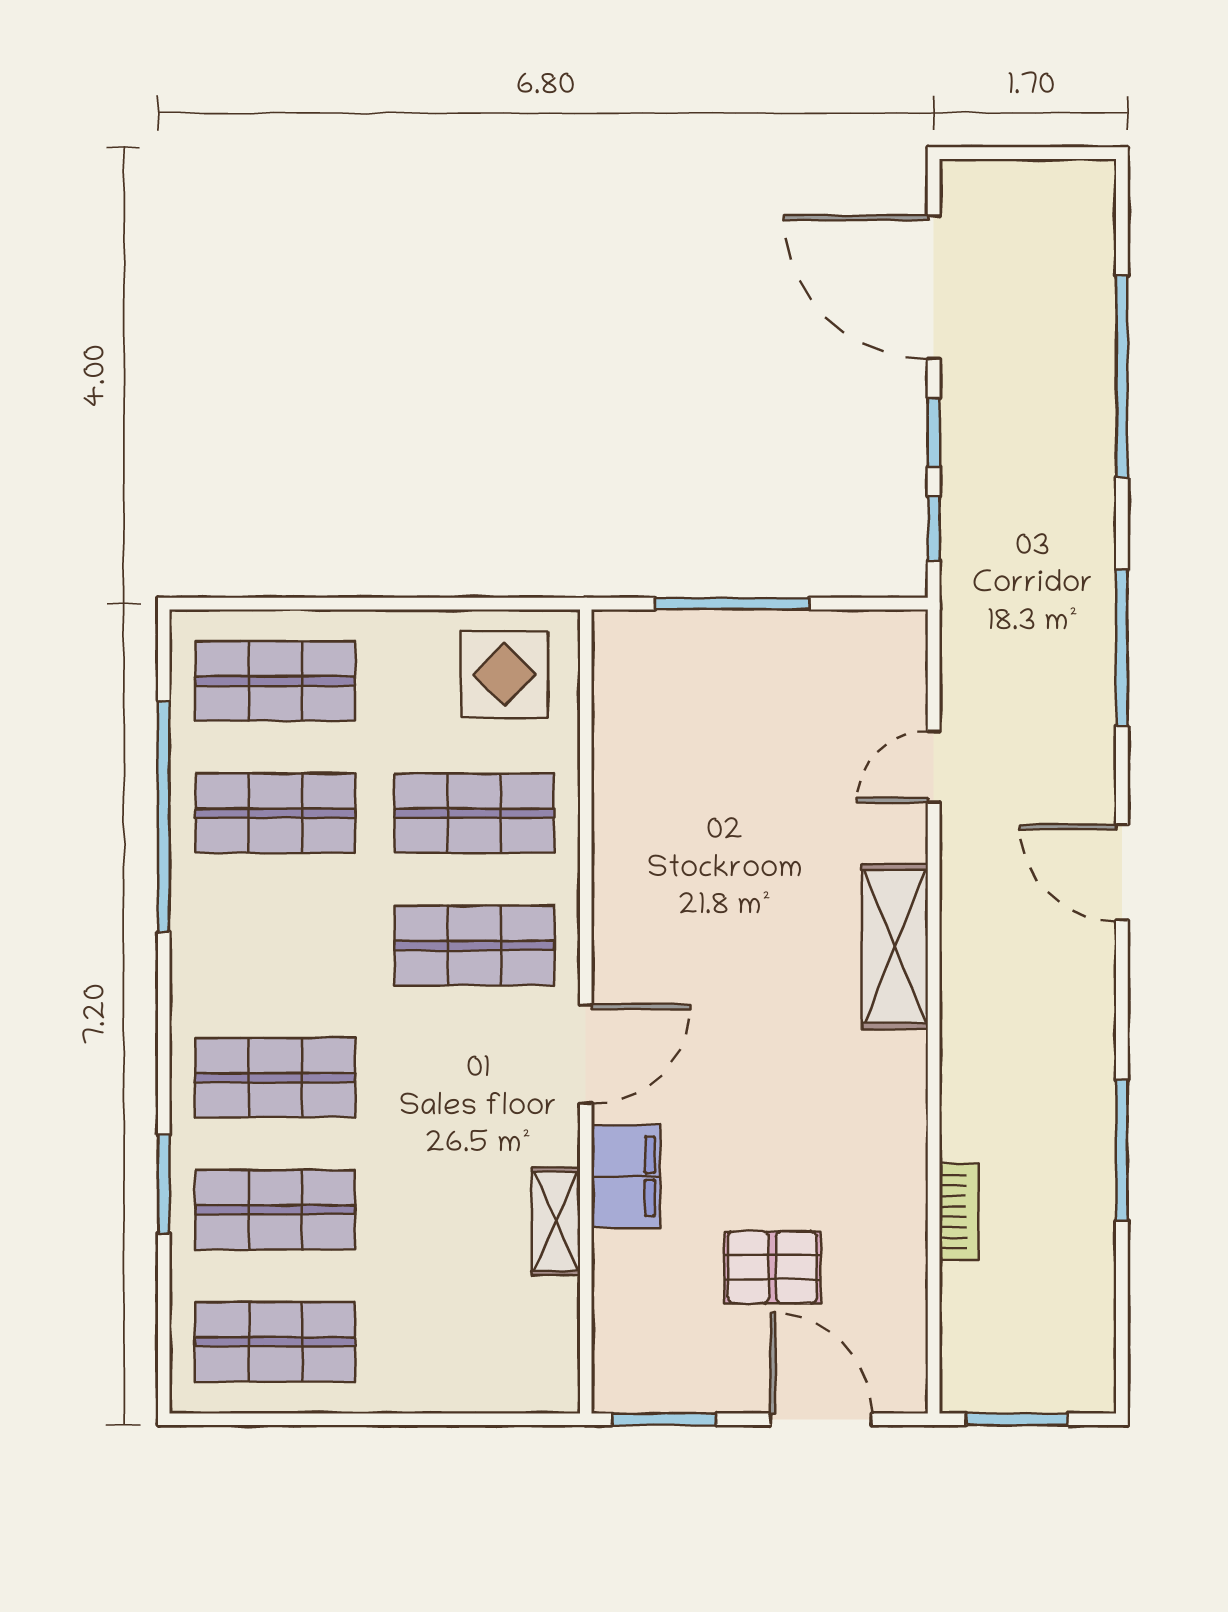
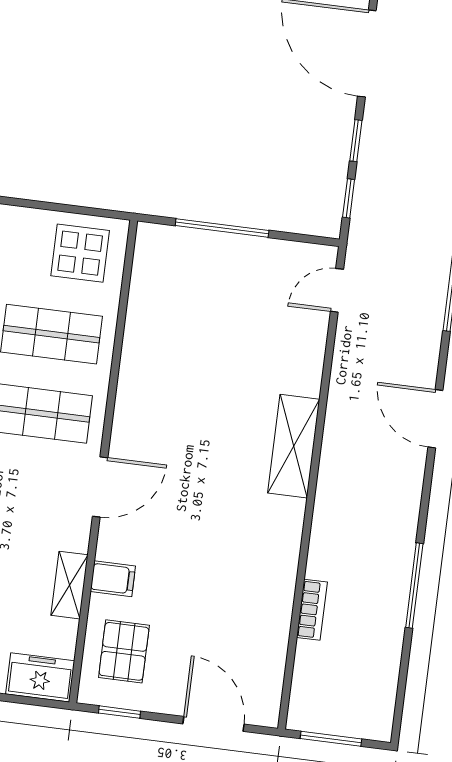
door: (934, 767) -> (337, 290), moved
filing cabinet: (626, 1176) -> (113, 579), width x0.50
pallet: (772, 1267) -> (124, 651), moved, turned 90
freezer: (527, 1379) -> (40, 677), added
window: (664, 1419) -> (119, 712), width x0.67

